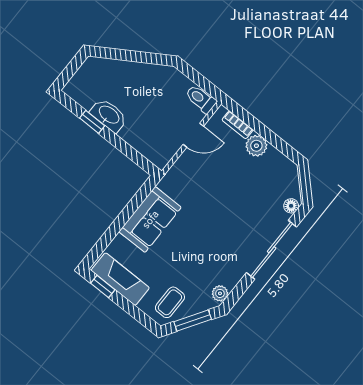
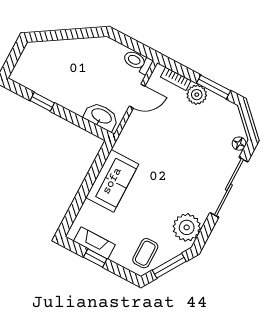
washbasin: (109, 115) -> (101, 116), moved
window: (276, 141) -> (214, 87), added
fireplace: (120, 279) -> (94, 243), width x0.73, depth x0.76
window: (103, 286) -> (95, 258), moved
plant: (220, 293) -> (187, 227), width x1.87, depth x1.87

